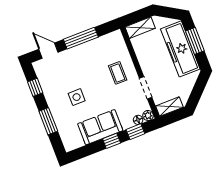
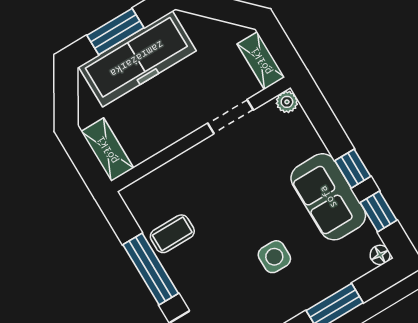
coffee table: (118, 73) -> (172, 234), moved
floor lamp: (138, 120) -> (380, 255), moved
window: (135, 132) -> (379, 211), moved

